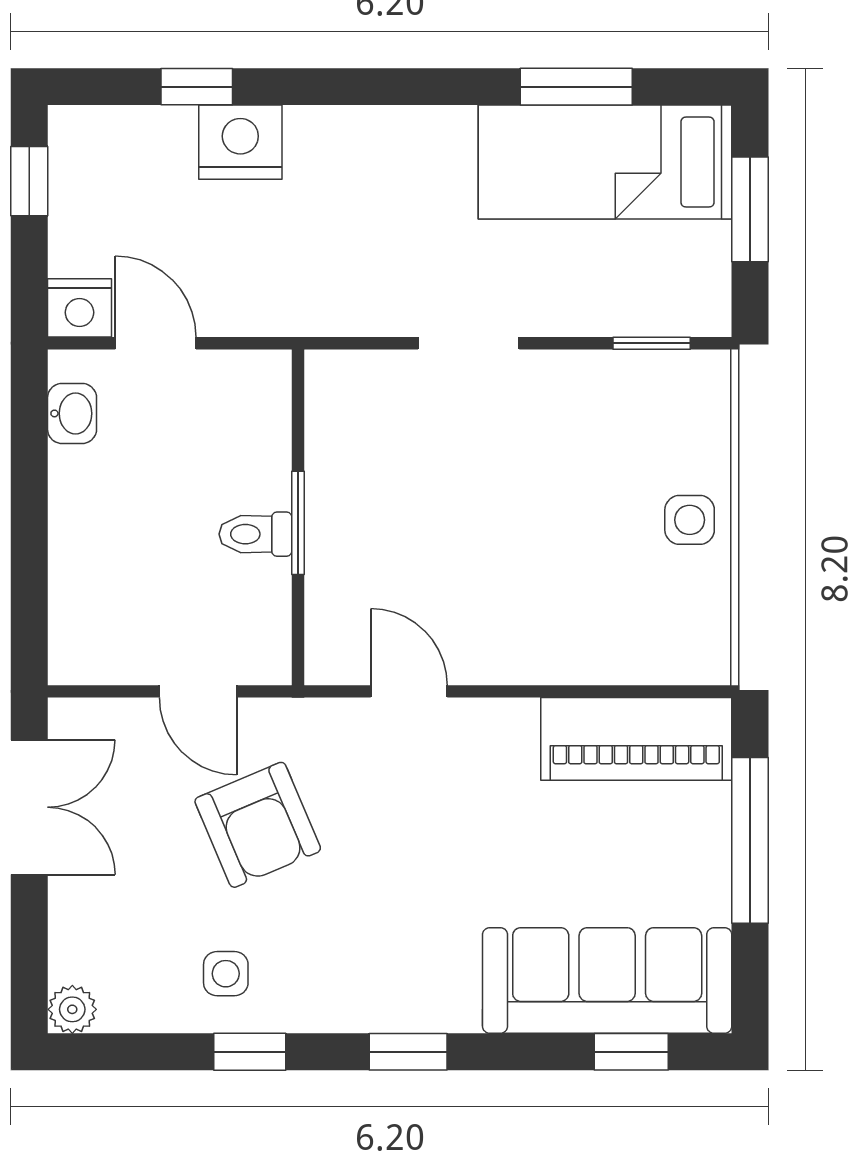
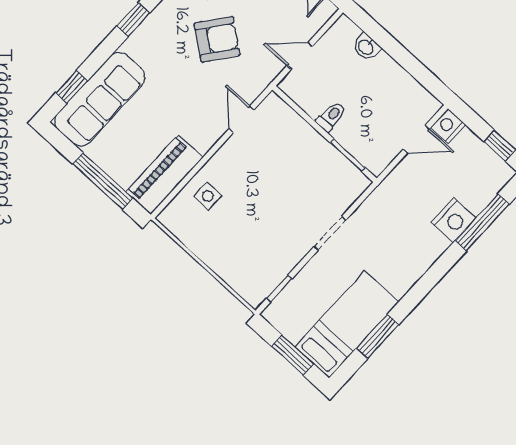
window: (197, 87) -> (482, 222), width x2.17
washbasin: (72, 413) -> (366, 47), moved
side table: (690, 520) -> (208, 196), moved
window: (298, 523) -> (348, 155), moved
door: (409, 691) -> (242, 119), swing flipped
armchair: (258, 825) -> (217, 39), moved, turned 150

